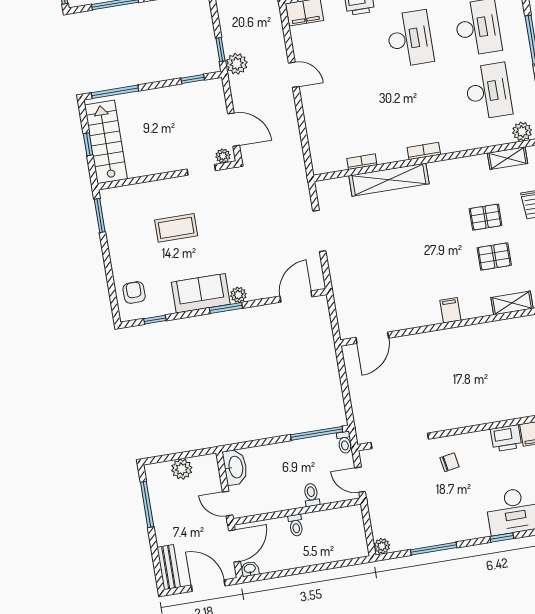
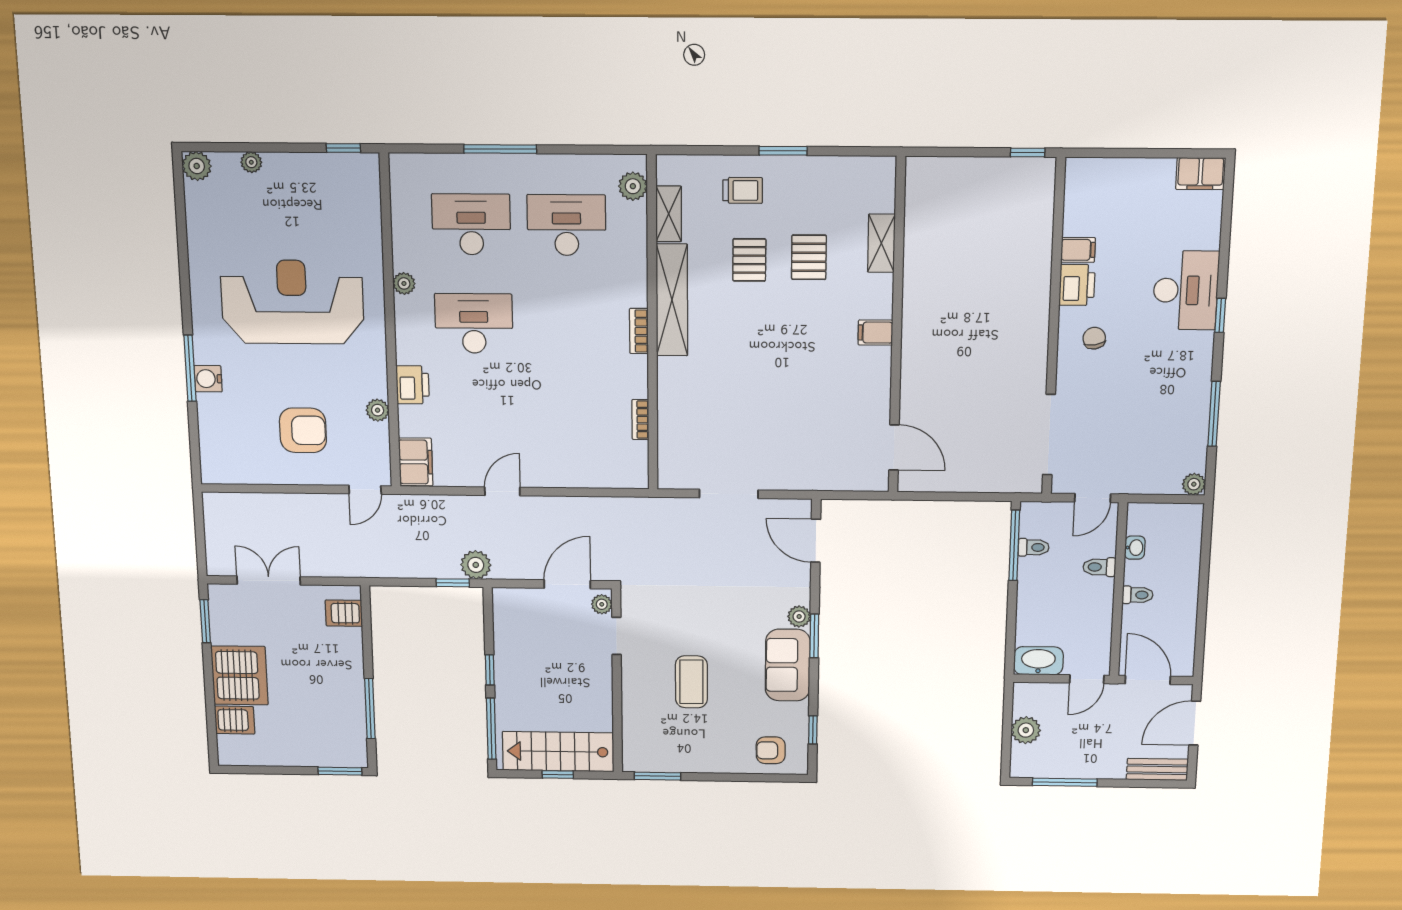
window: (193, 79) -> (490, 670), moved
shelving: (389, 180) -> (672, 300), moved
toilet: (344, 442) -> (1034, 547), moved
chair: (450, 462) -> (1094, 338), moved
washbasin: (250, 569) -> (1135, 548), moved, turned 180

